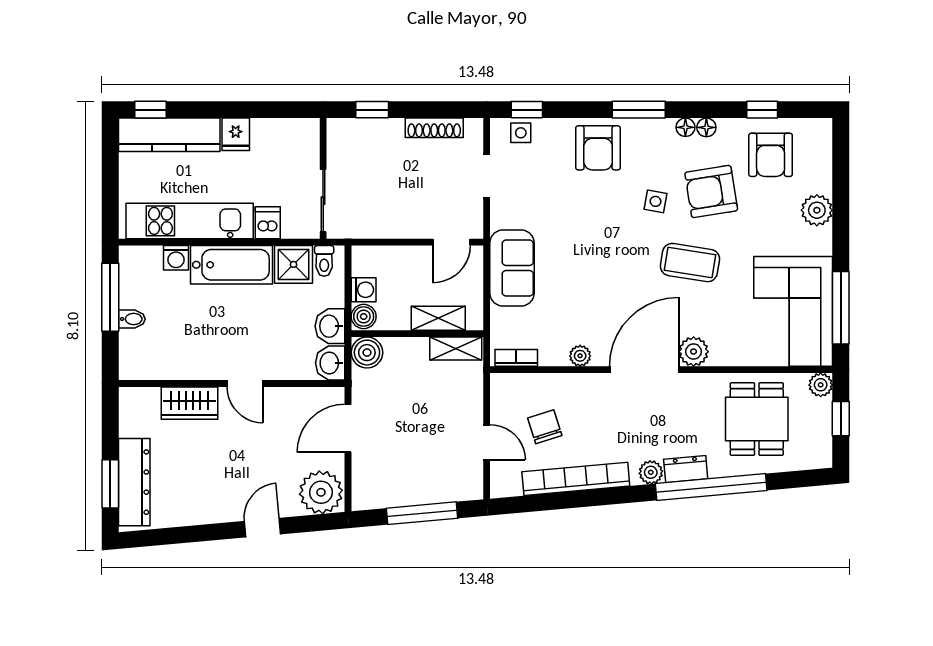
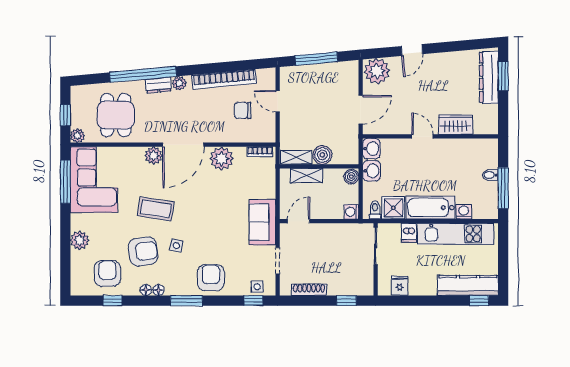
fridge: (236, 134) -> (400, 286), moved
sofa: (512, 268) -> (262, 222), moved
washing machine: (364, 290) -> (351, 212), moved
boiler: (367, 353) -> (322, 155), moved
plant: (580, 356) -> (222, 159), width x1.87, depth x1.87
chair: (545, 427) -> (243, 110), turned 108

